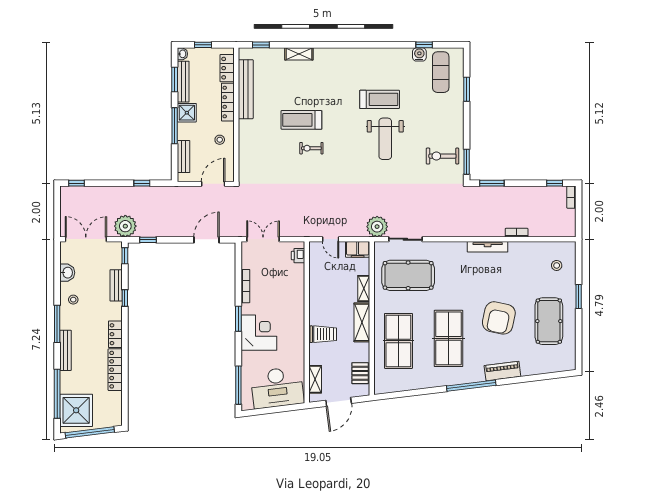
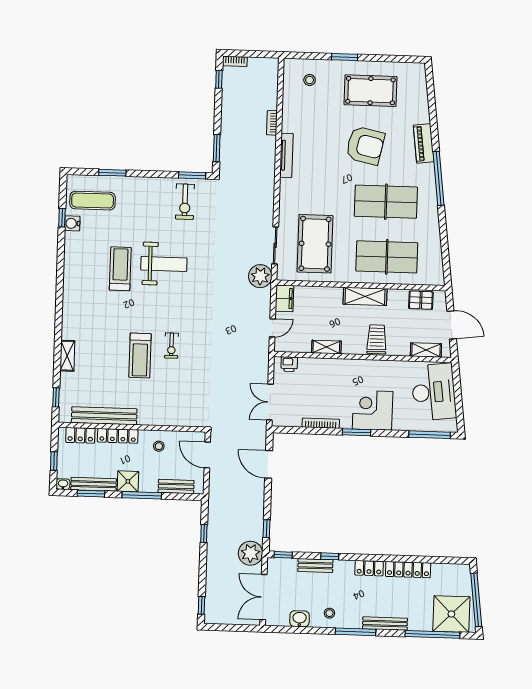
shelving: (364, 289) -> (326, 347), moved

